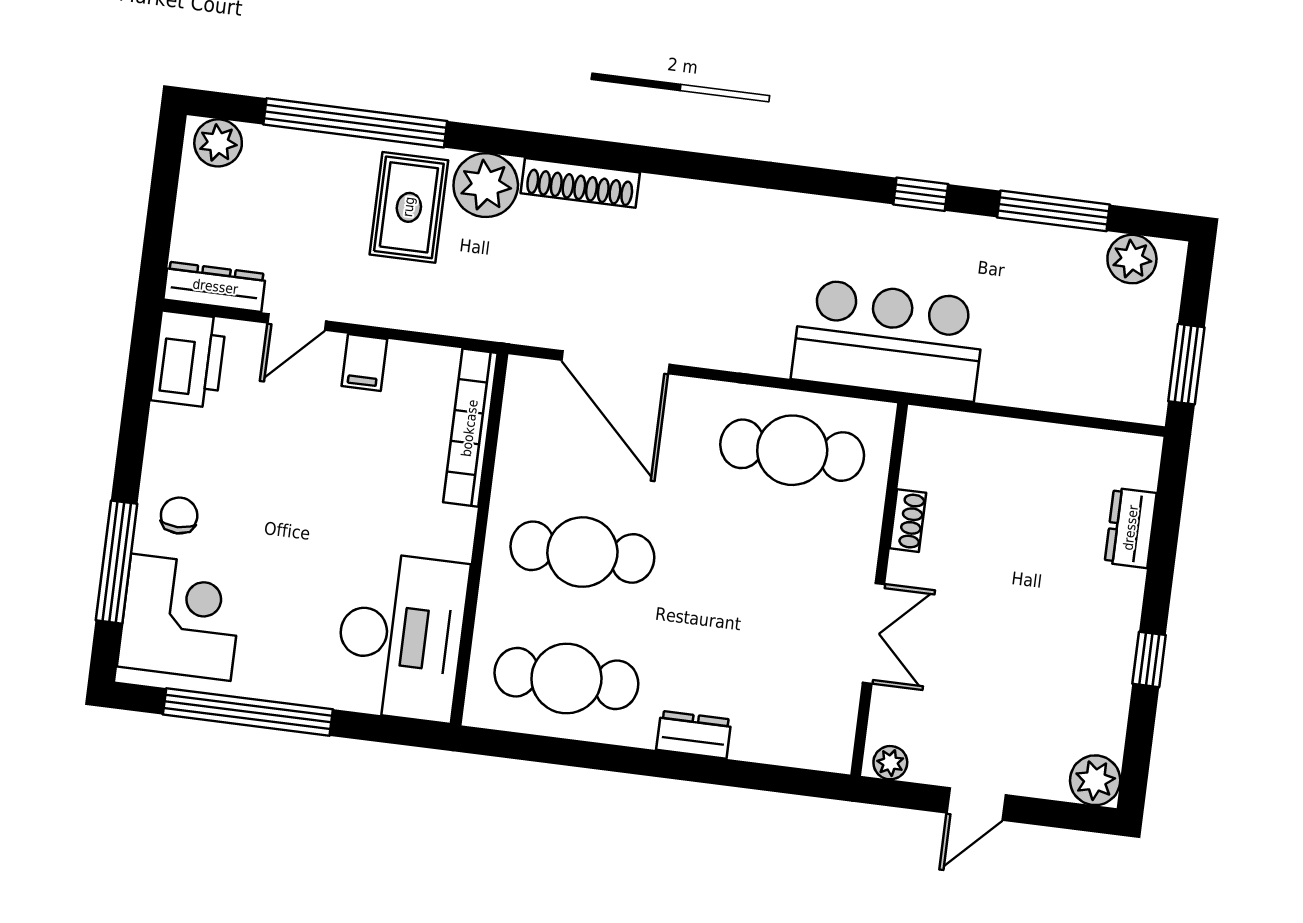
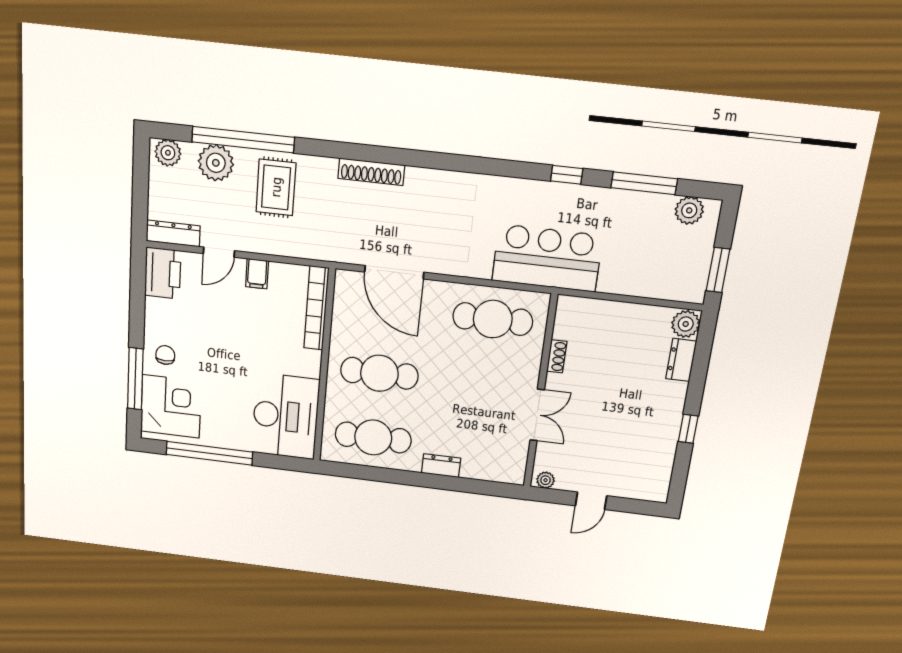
plant: (486, 185) -> (216, 163), moved
plant: (1095, 780) -> (686, 324), moved

